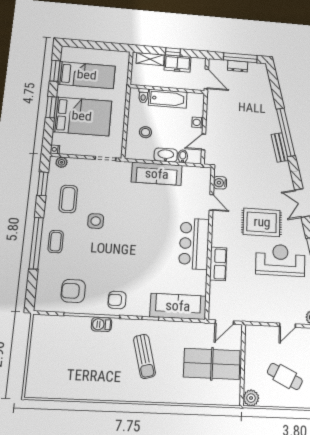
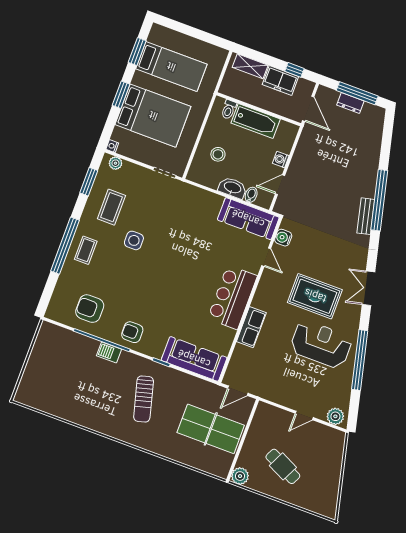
window: (173, 52) -> (294, 70), moved
sofa: (157, 174) -> (248, 219), moved

